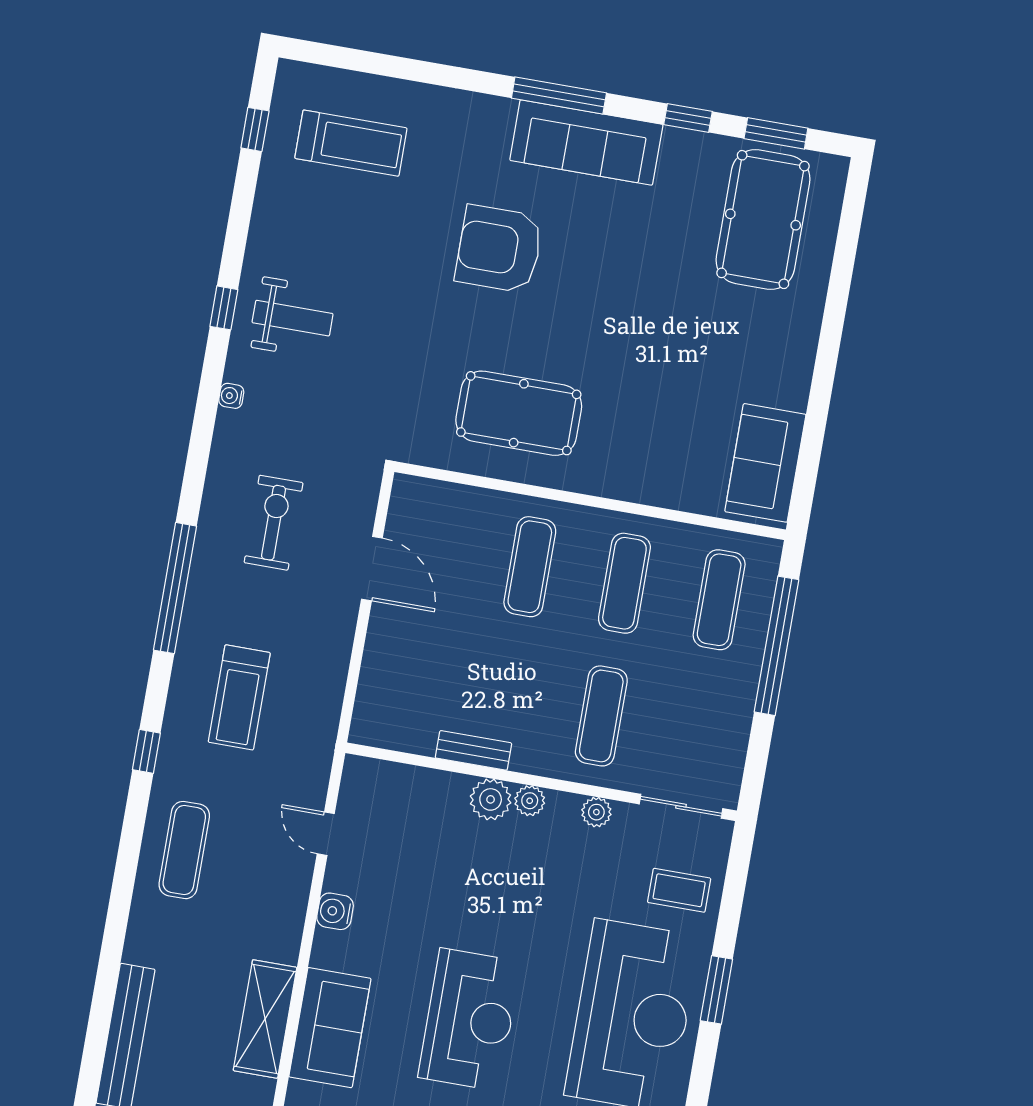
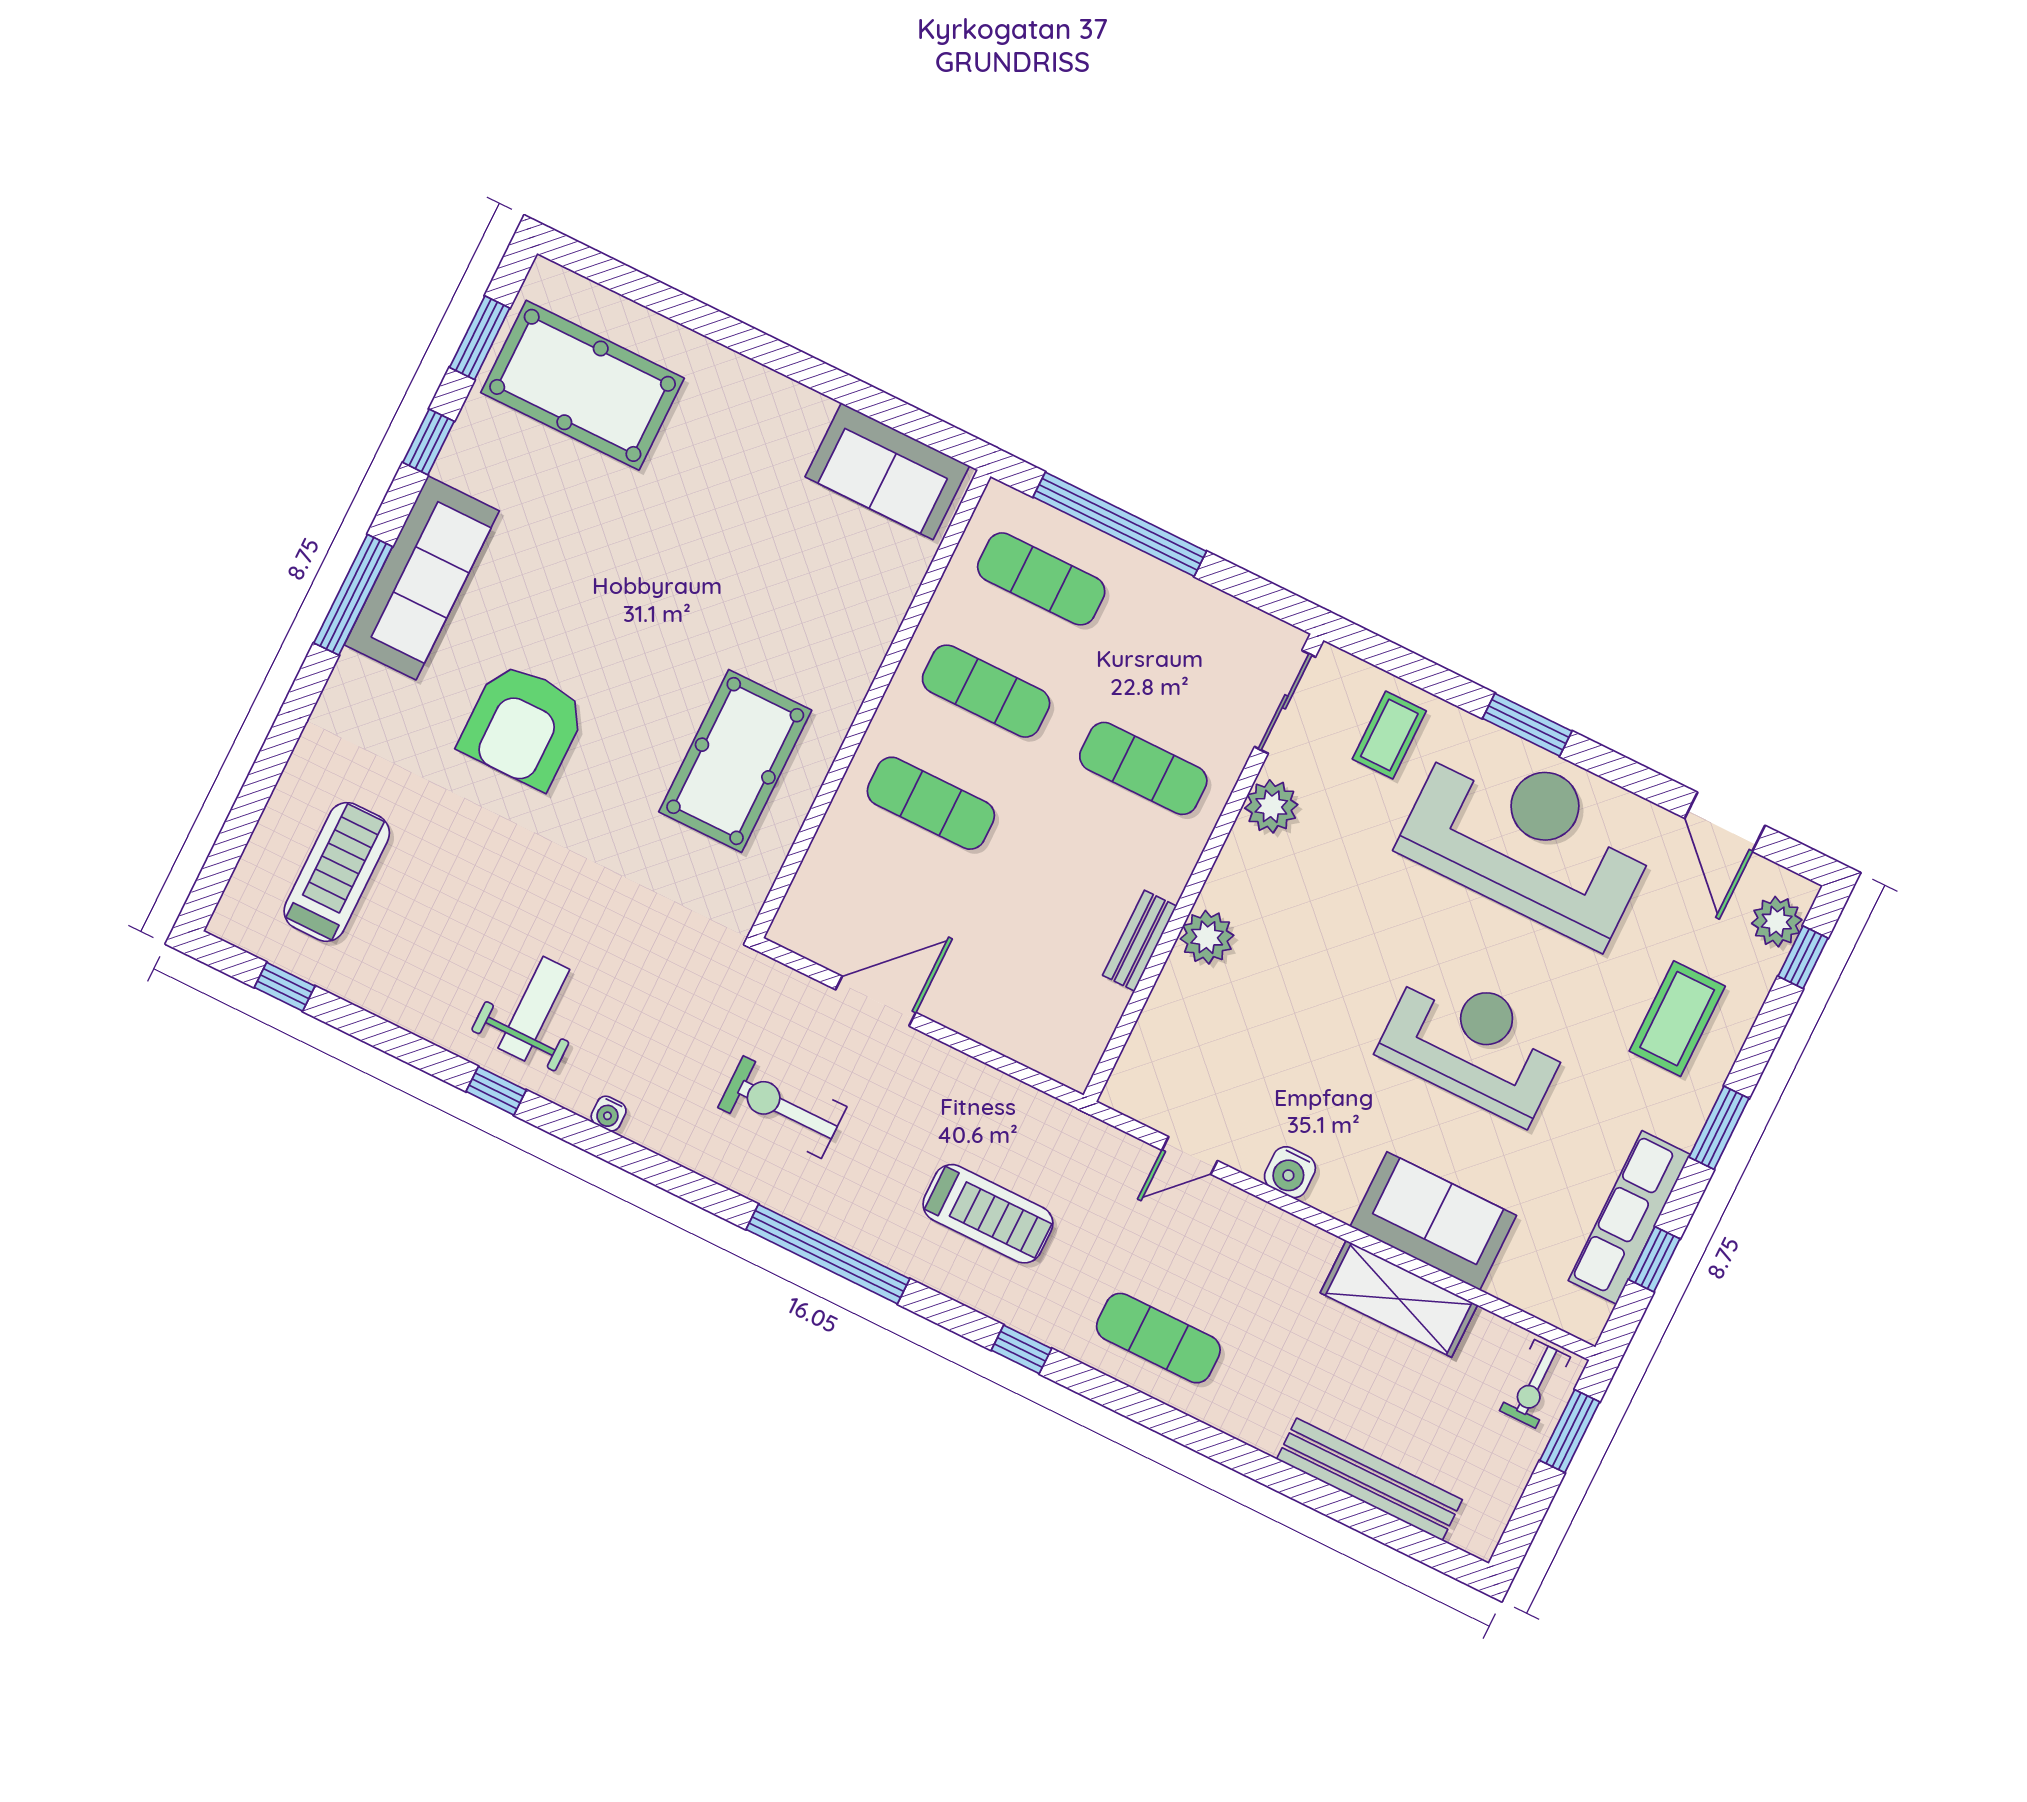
plant: (530, 801) -> (1223, 889), removed
plant: (596, 812) -> (1271, 806), width x1.38, depth x1.38

